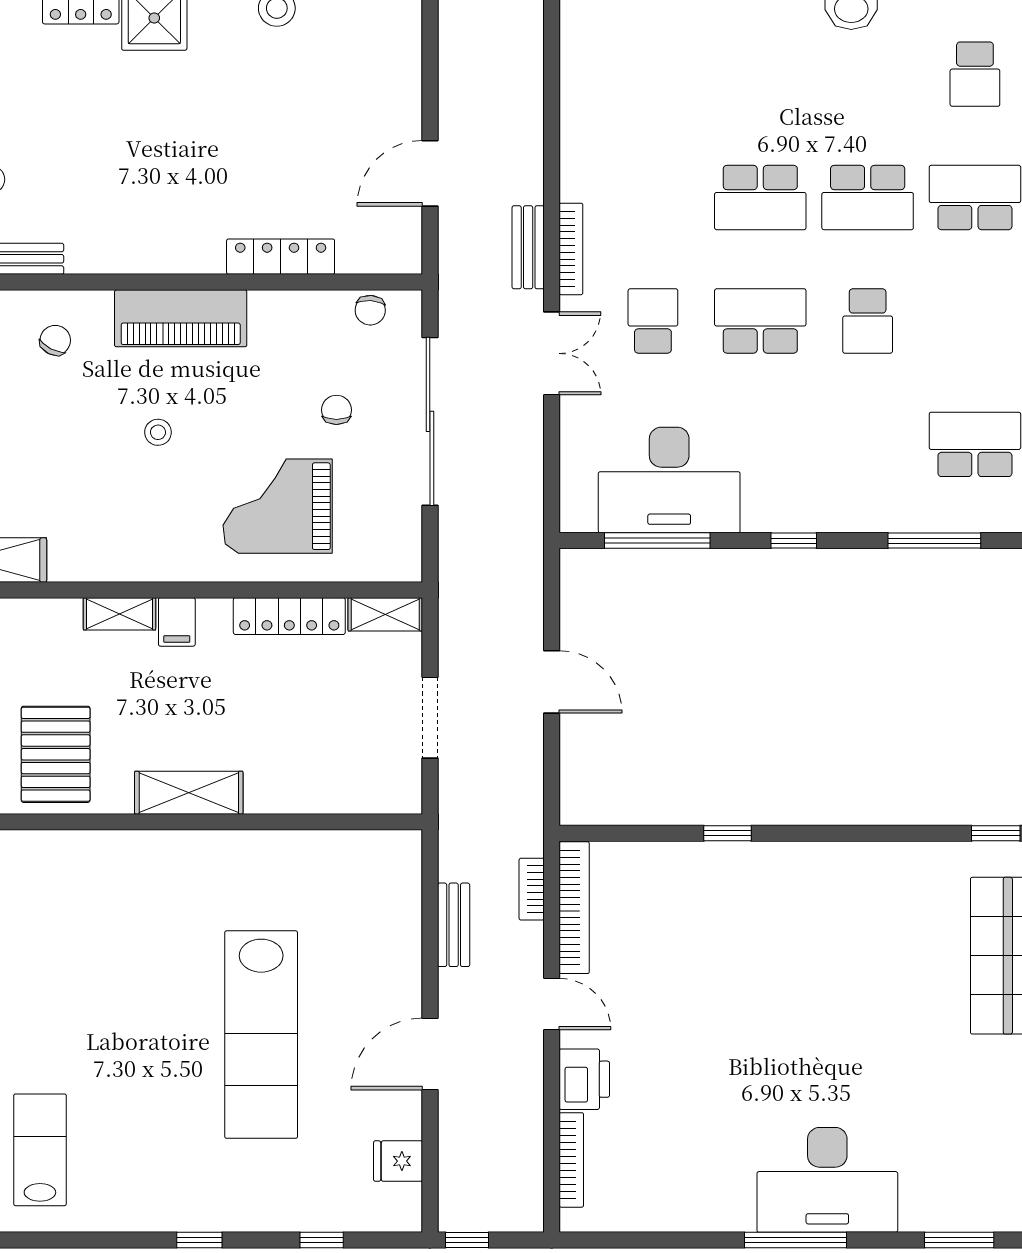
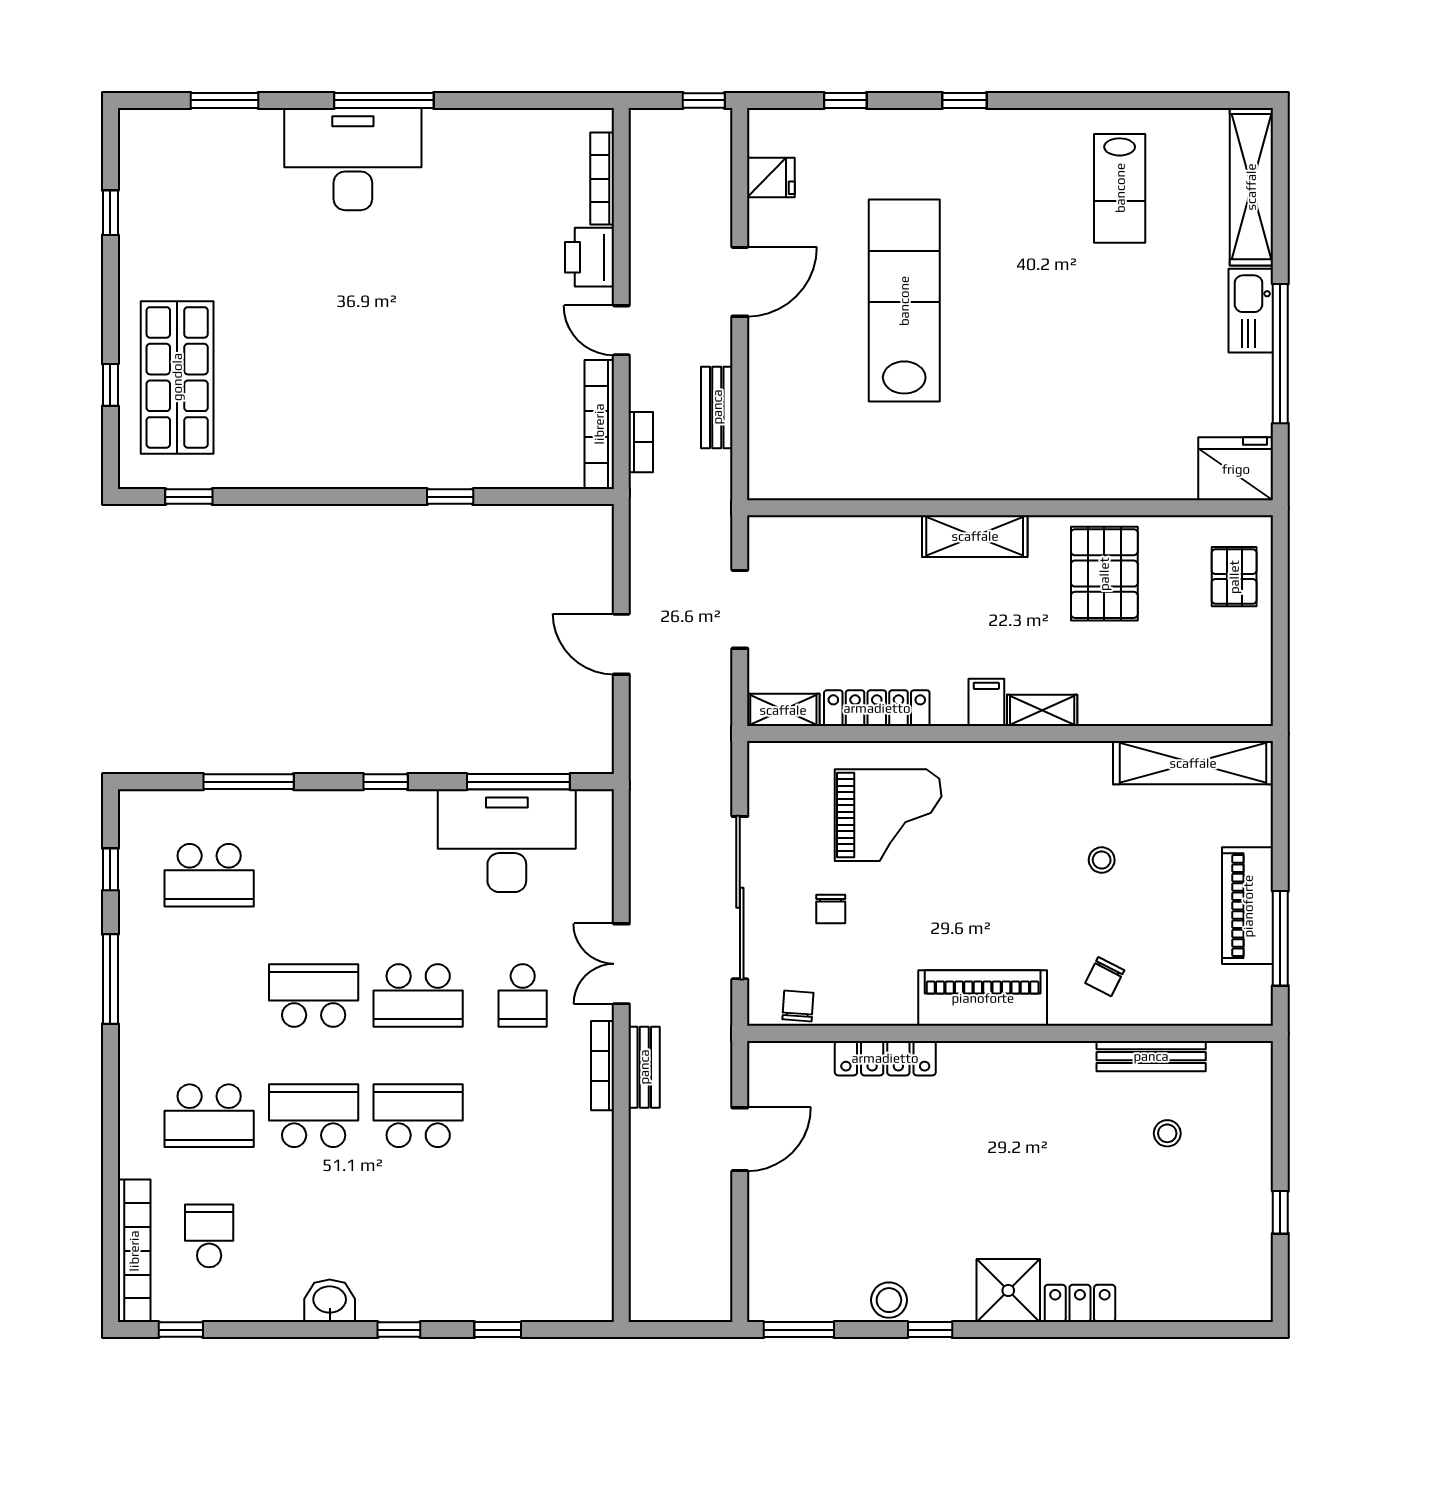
school desk: (868, 321) -> (314, 995), width x1.85
stool: (158, 432) -> (1102, 860), moved

